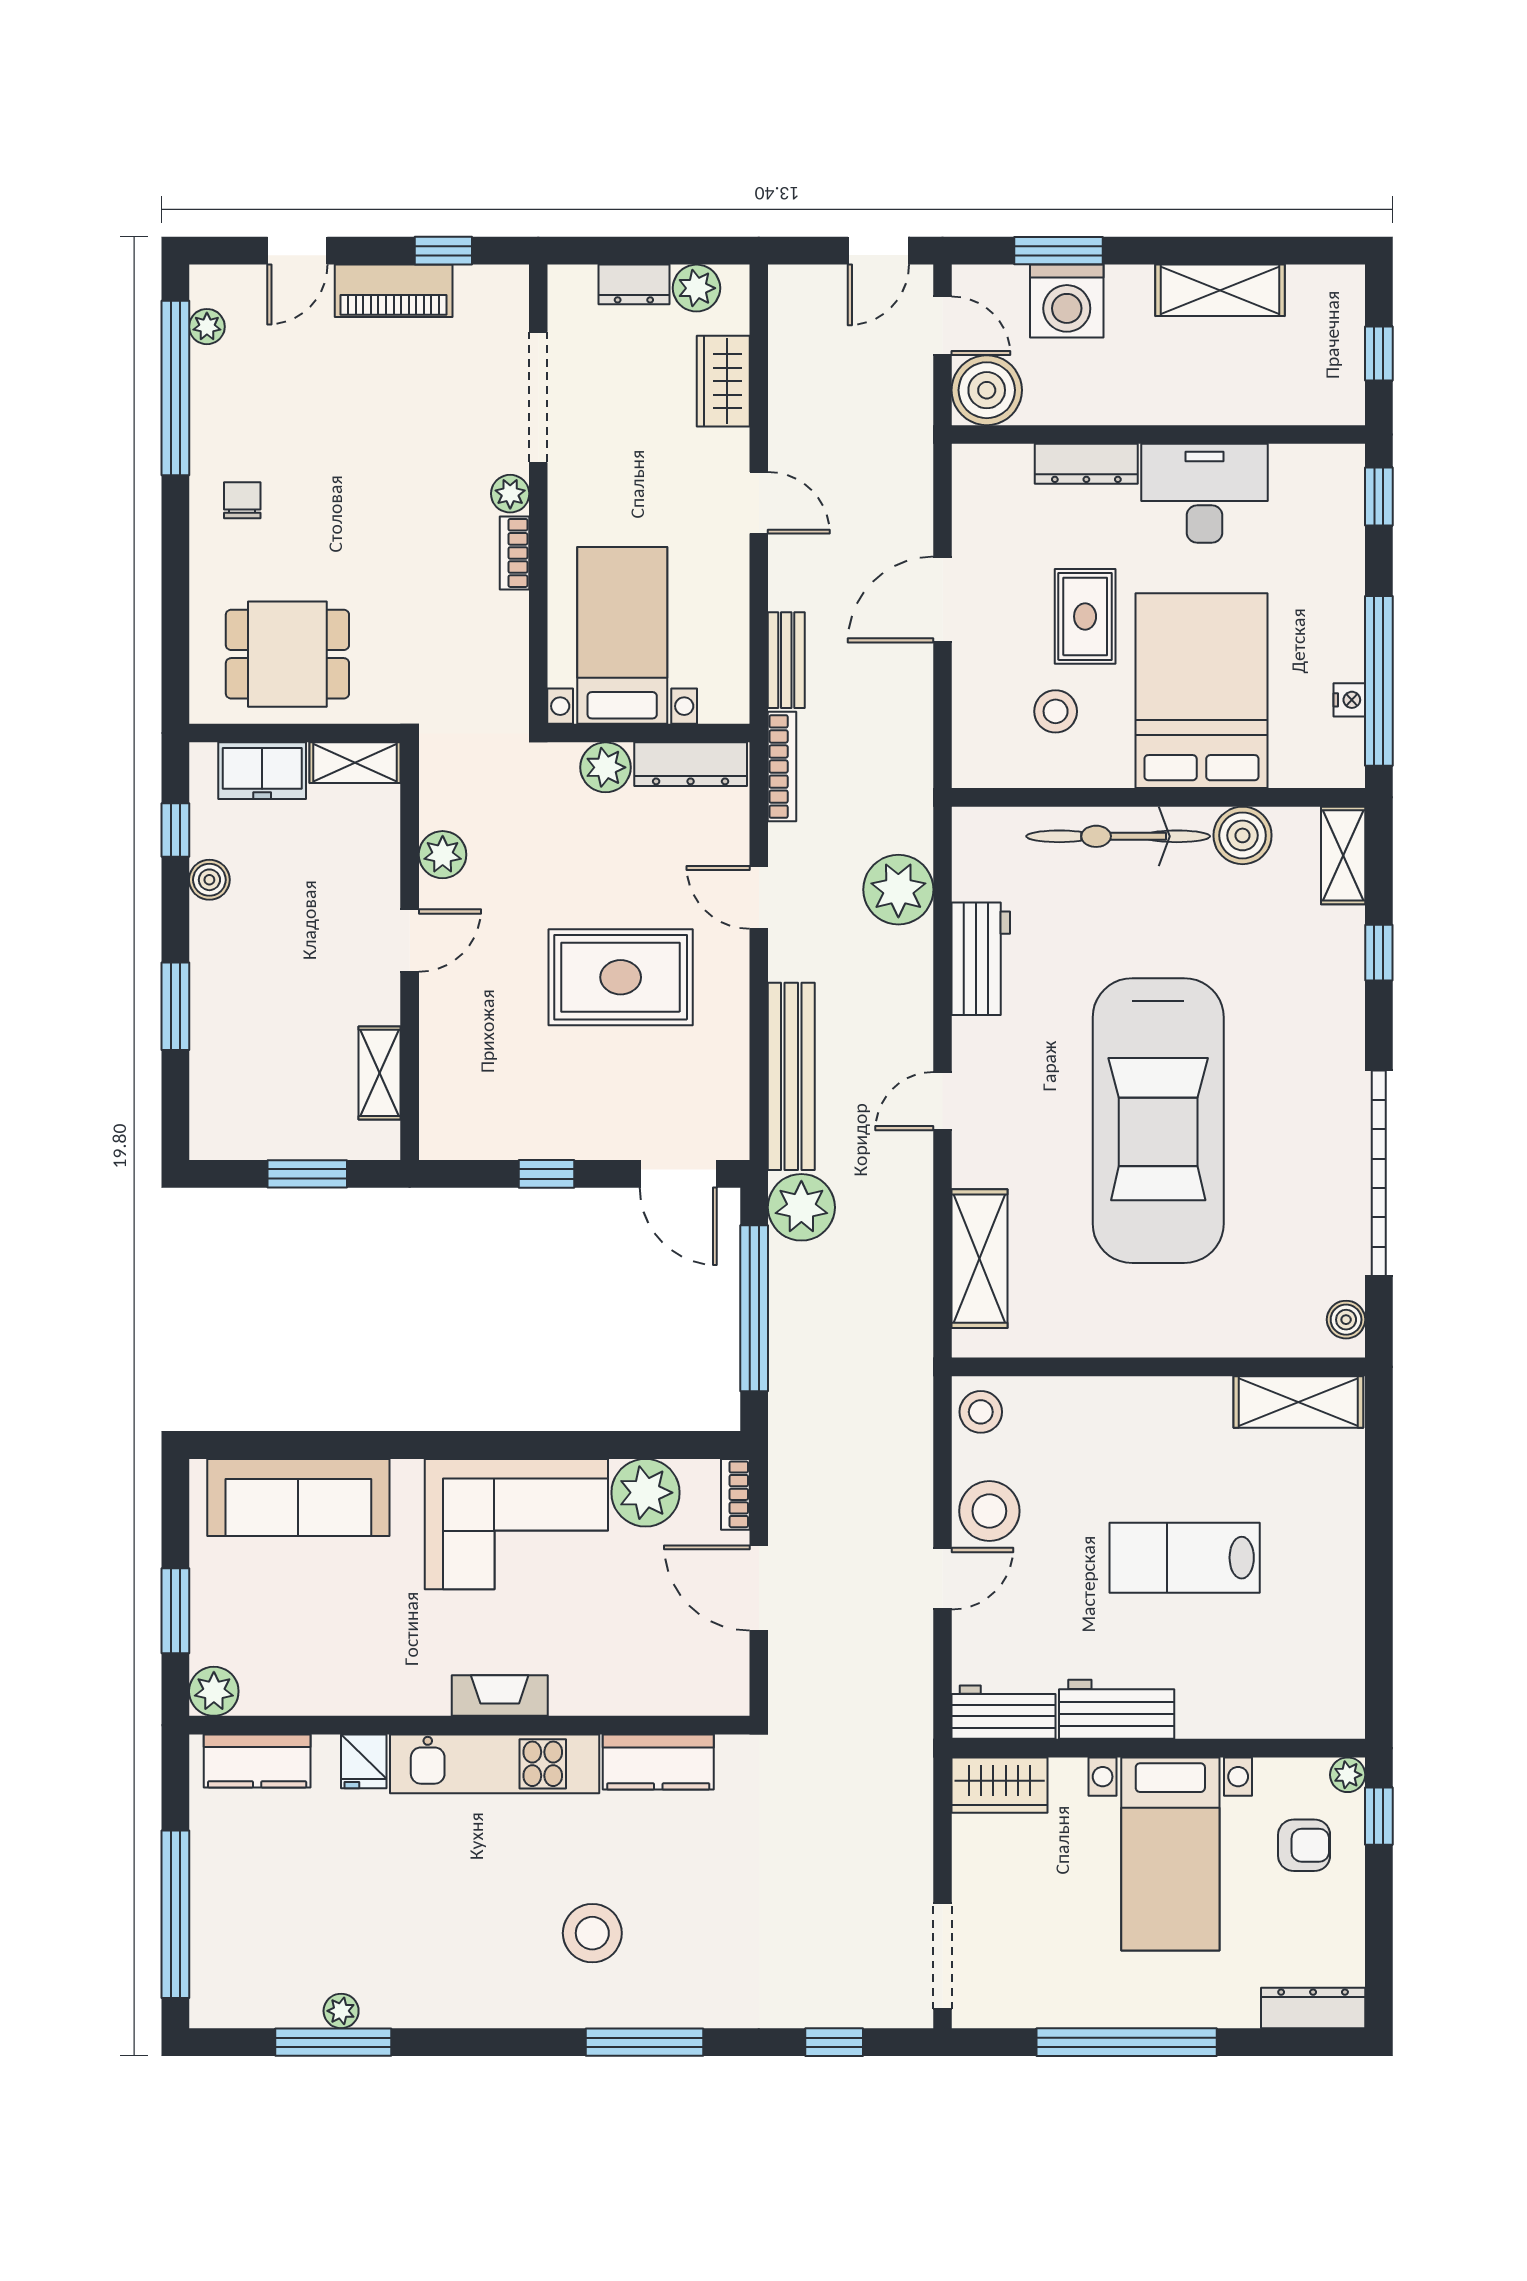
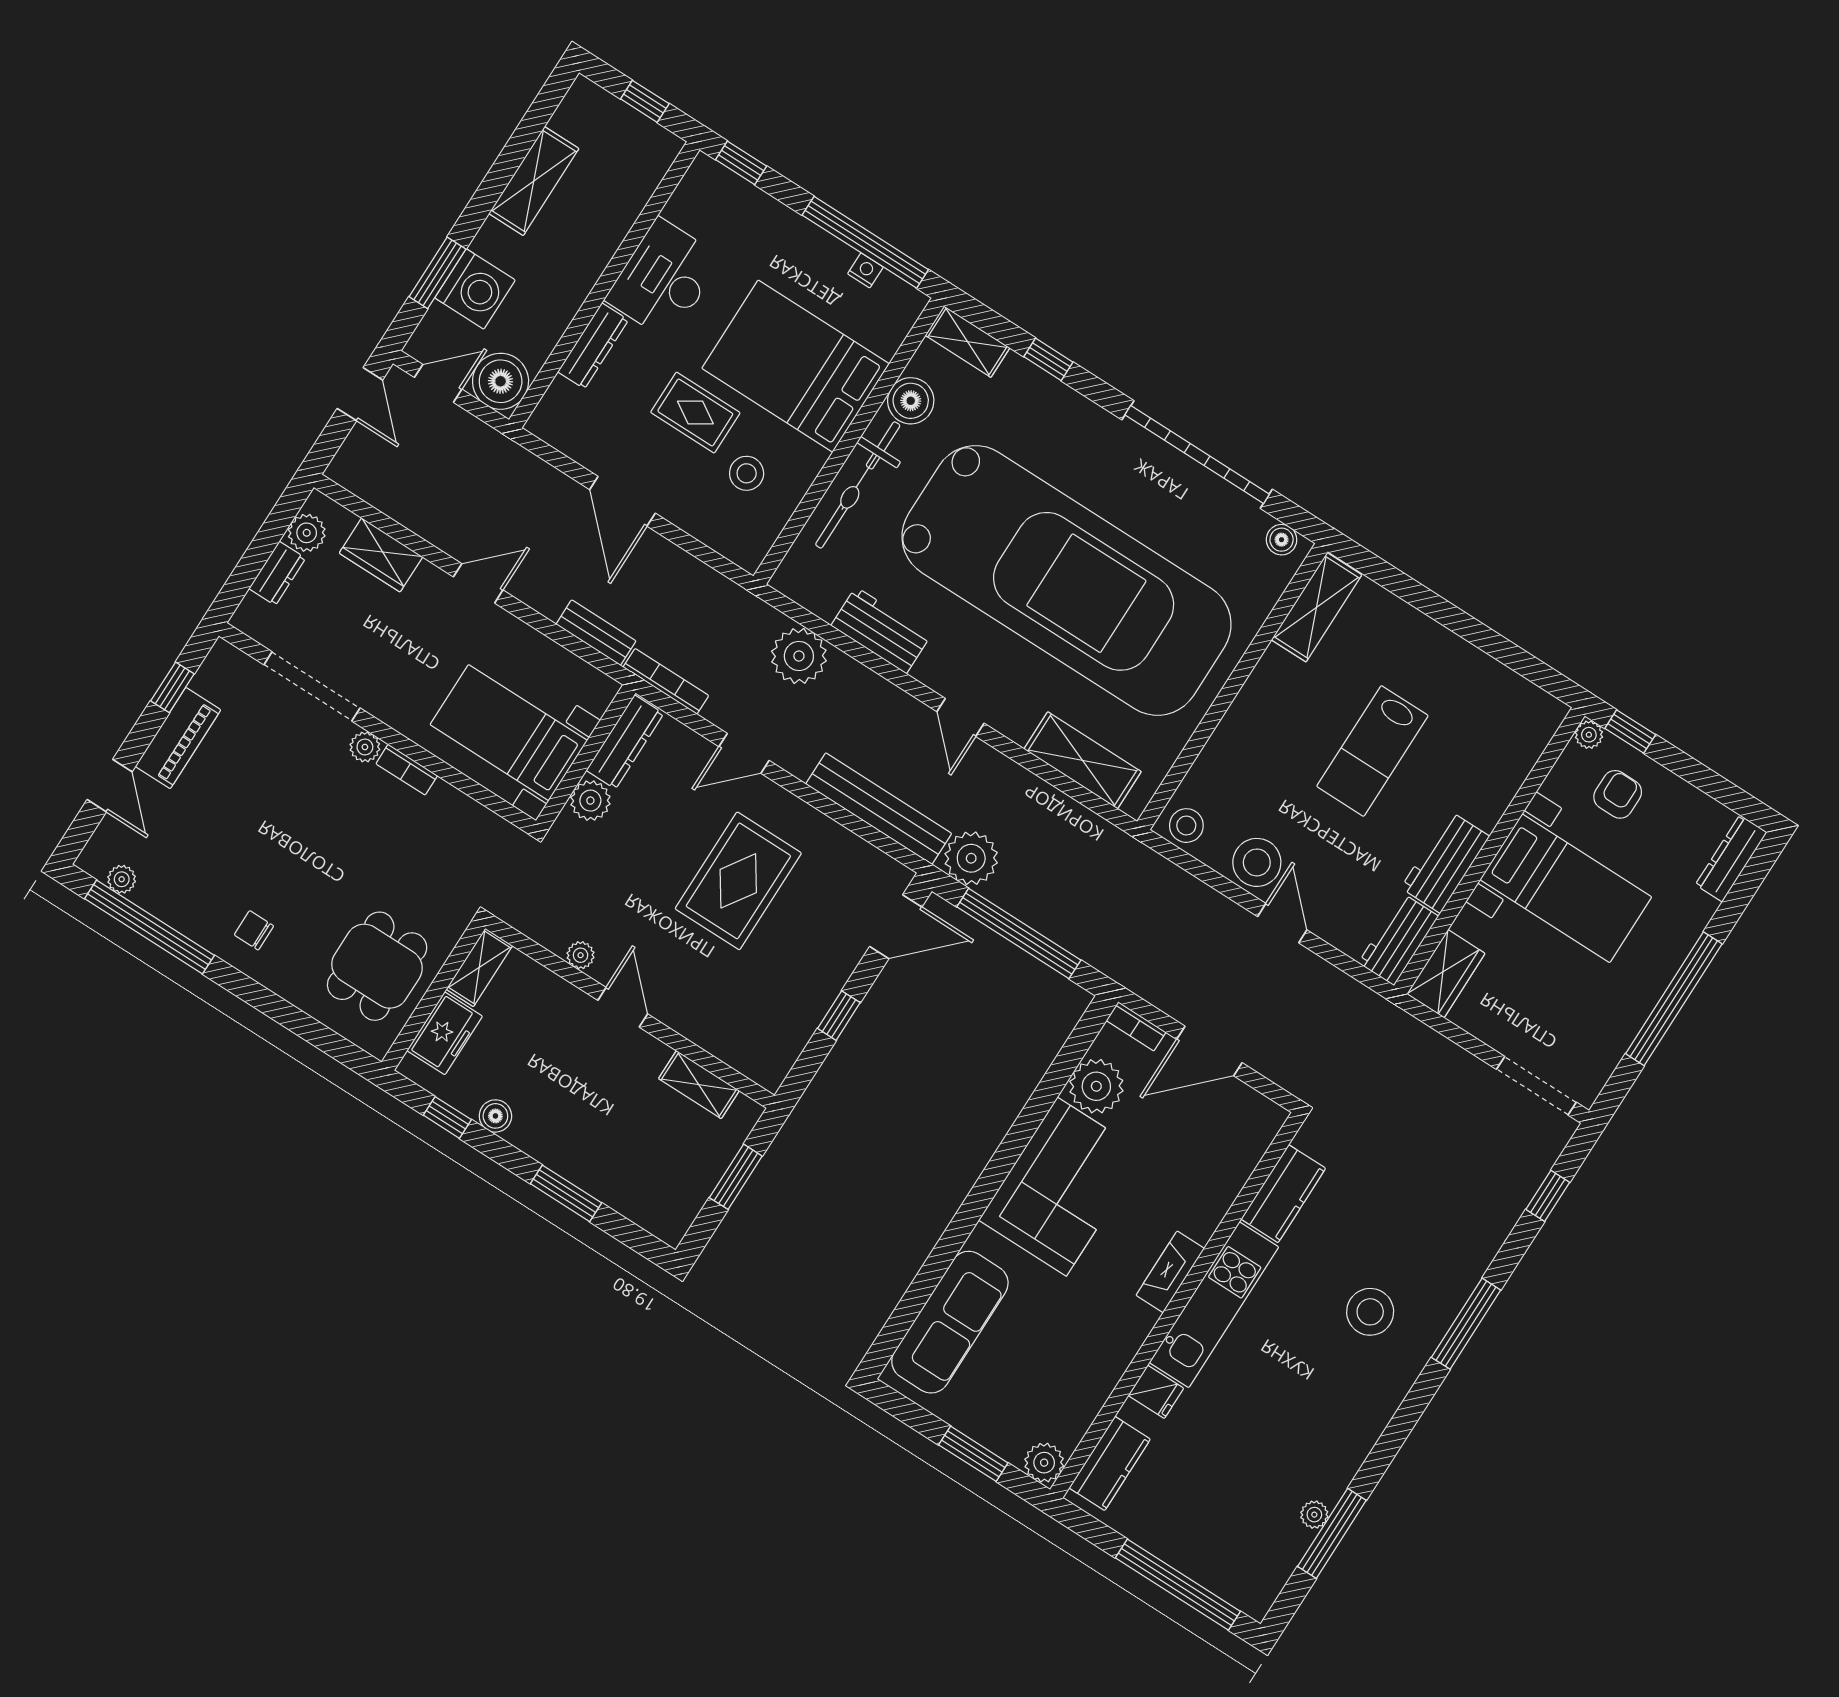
plant: (443, 855) -> (581, 955), width x0.73, depth x0.73
car: (1158, 1121) -> (1066, 580), width x1.36, depth x1.48

